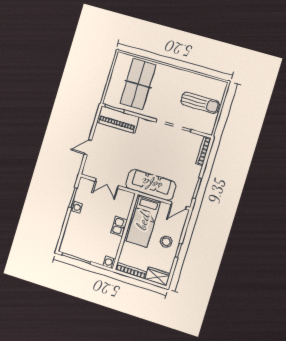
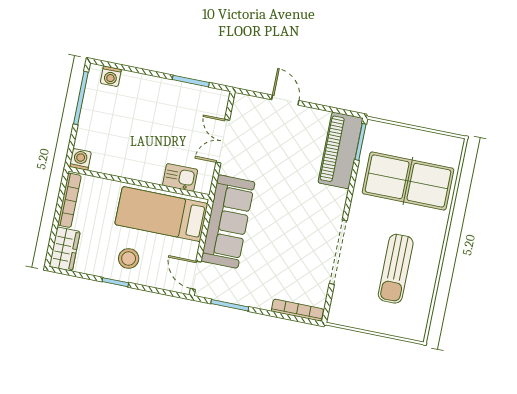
sun lounger: (200, 103) -> (396, 269), moved
washing machine: (76, 207) -> (111, 76), moved
kitchen sink: (119, 226) -> (180, 177), moved

